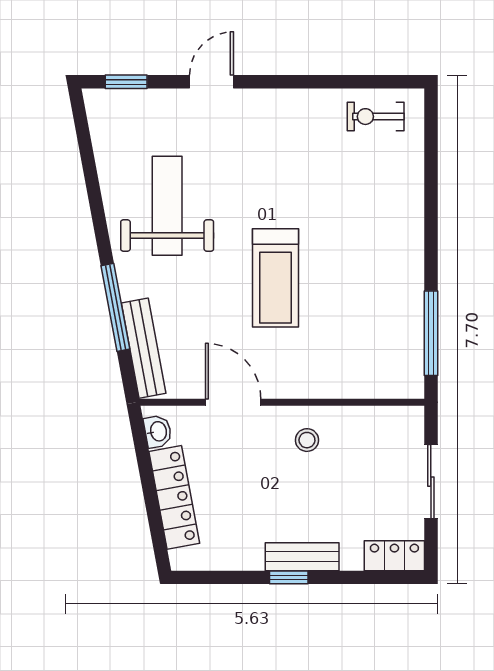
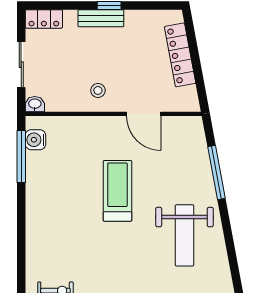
bench: (144, 348) -> (199, 147), removed
water cooler: (408, 360) -> (35, 140), added
washbasin: (158, 431) -> (35, 104), moved, turned 101

